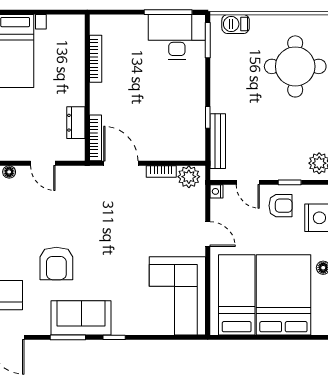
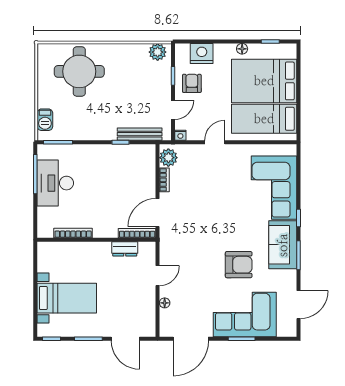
desk: (177, 37) -> (55, 183), moved
corner sofa: (177, 296) -> (274, 188), moved, turned 90

